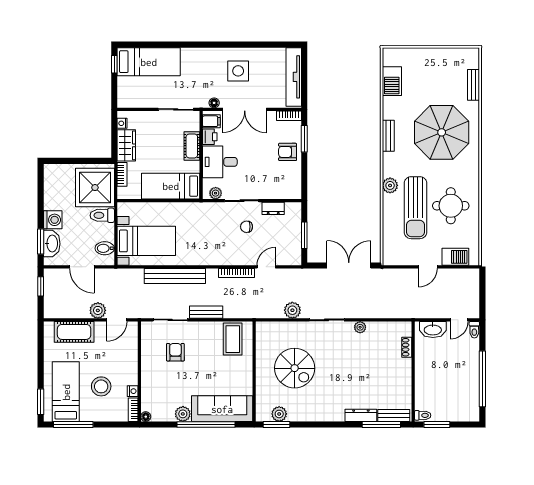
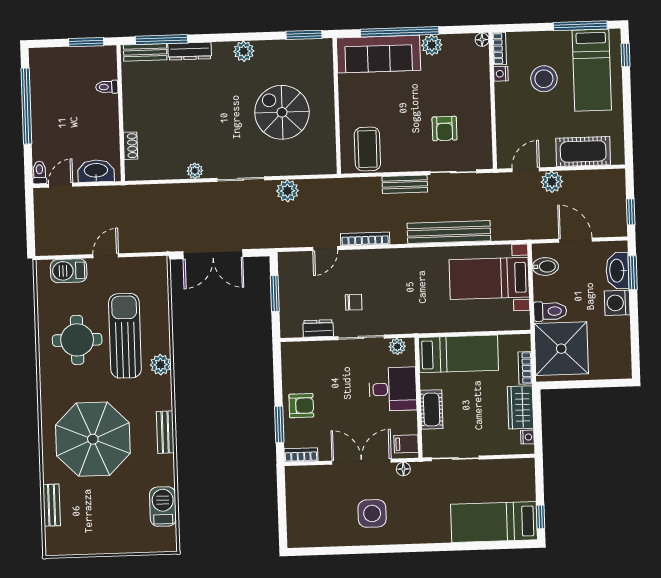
tv unit: (294, 77) -> (296, 508), removed
printer: (210, 137) -> (408, 423), removed
window: (41, 402) -> (625, 55), width x0.67
plant: (279, 414) -> (244, 51), moved
toilet: (423, 415) -> (107, 87), moved

